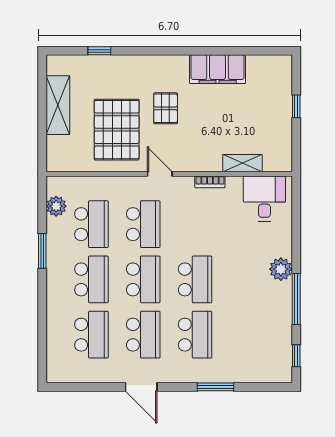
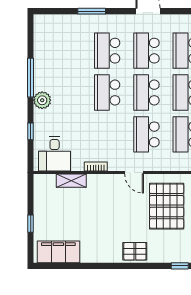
filing cabinet: (218, 69) -> (58, 252), moved
pallet: (166, 108) -> (135, 251), moved, turned 90
window: (296, 356) -> (31, 131), moved

